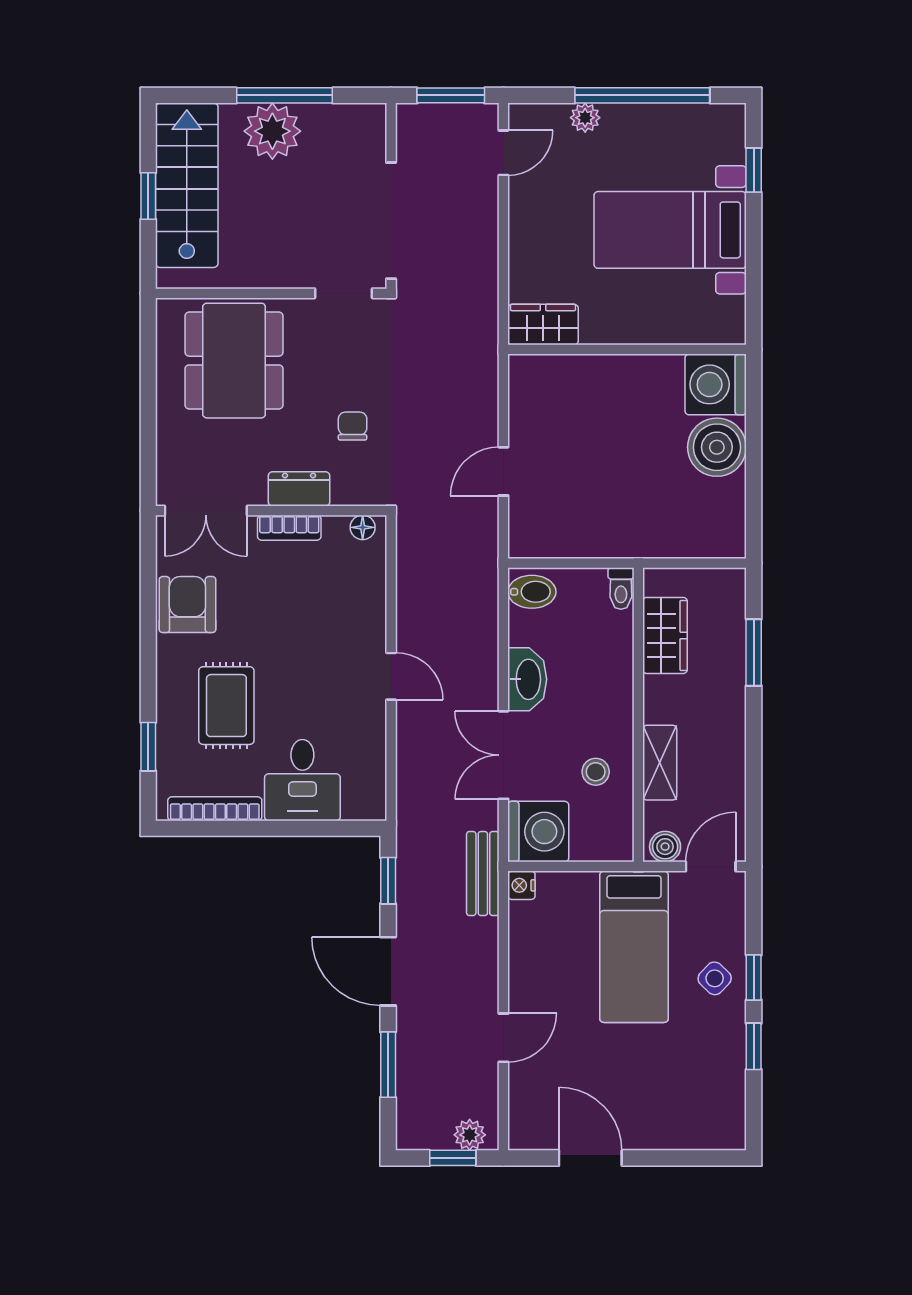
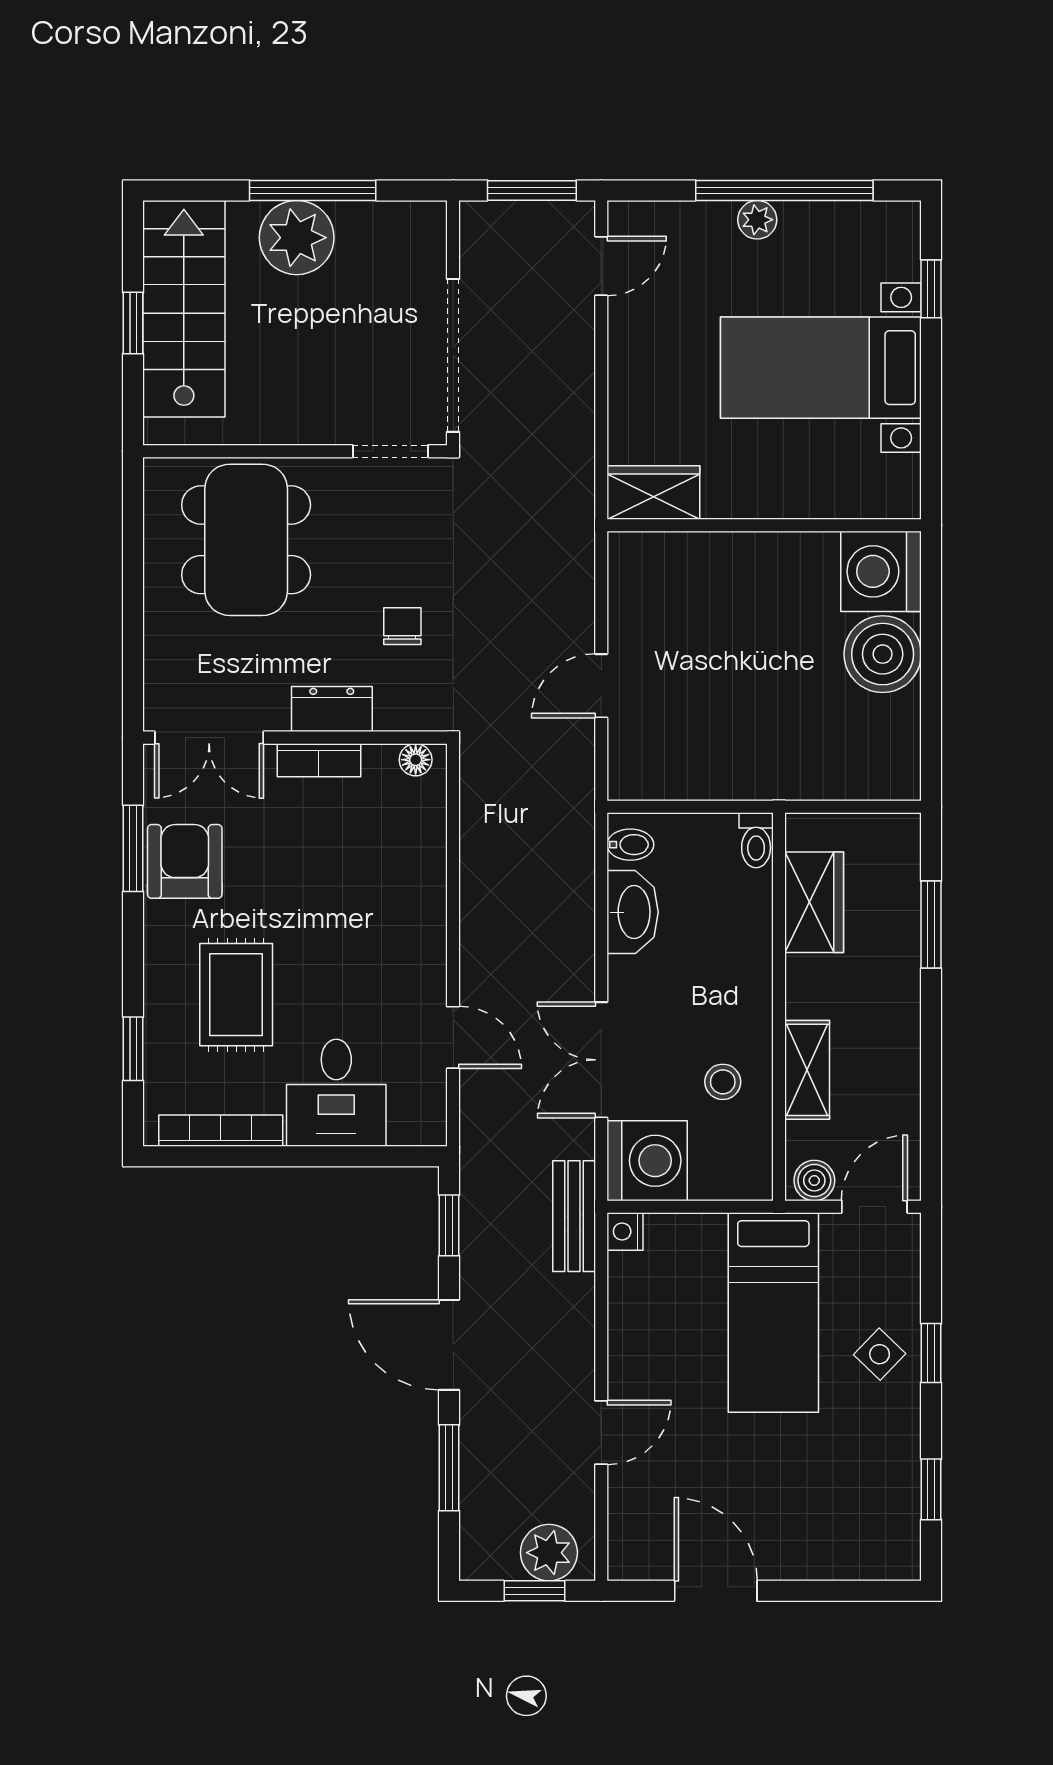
plant: (585, 118) -> (757, 220), moved
bidet: (532, 592) -> (630, 845), width x0.72, depth x0.74
window: (148, 595) -> (133, 848), added
door: (391, 676) -> (453, 1037), moved
washbasin: (527, 679) -> (633, 912), moved
window: (754, 1046) -> (931, 1489), moved
plant: (470, 1135) -> (549, 1553), width x1.38, depth x1.38

